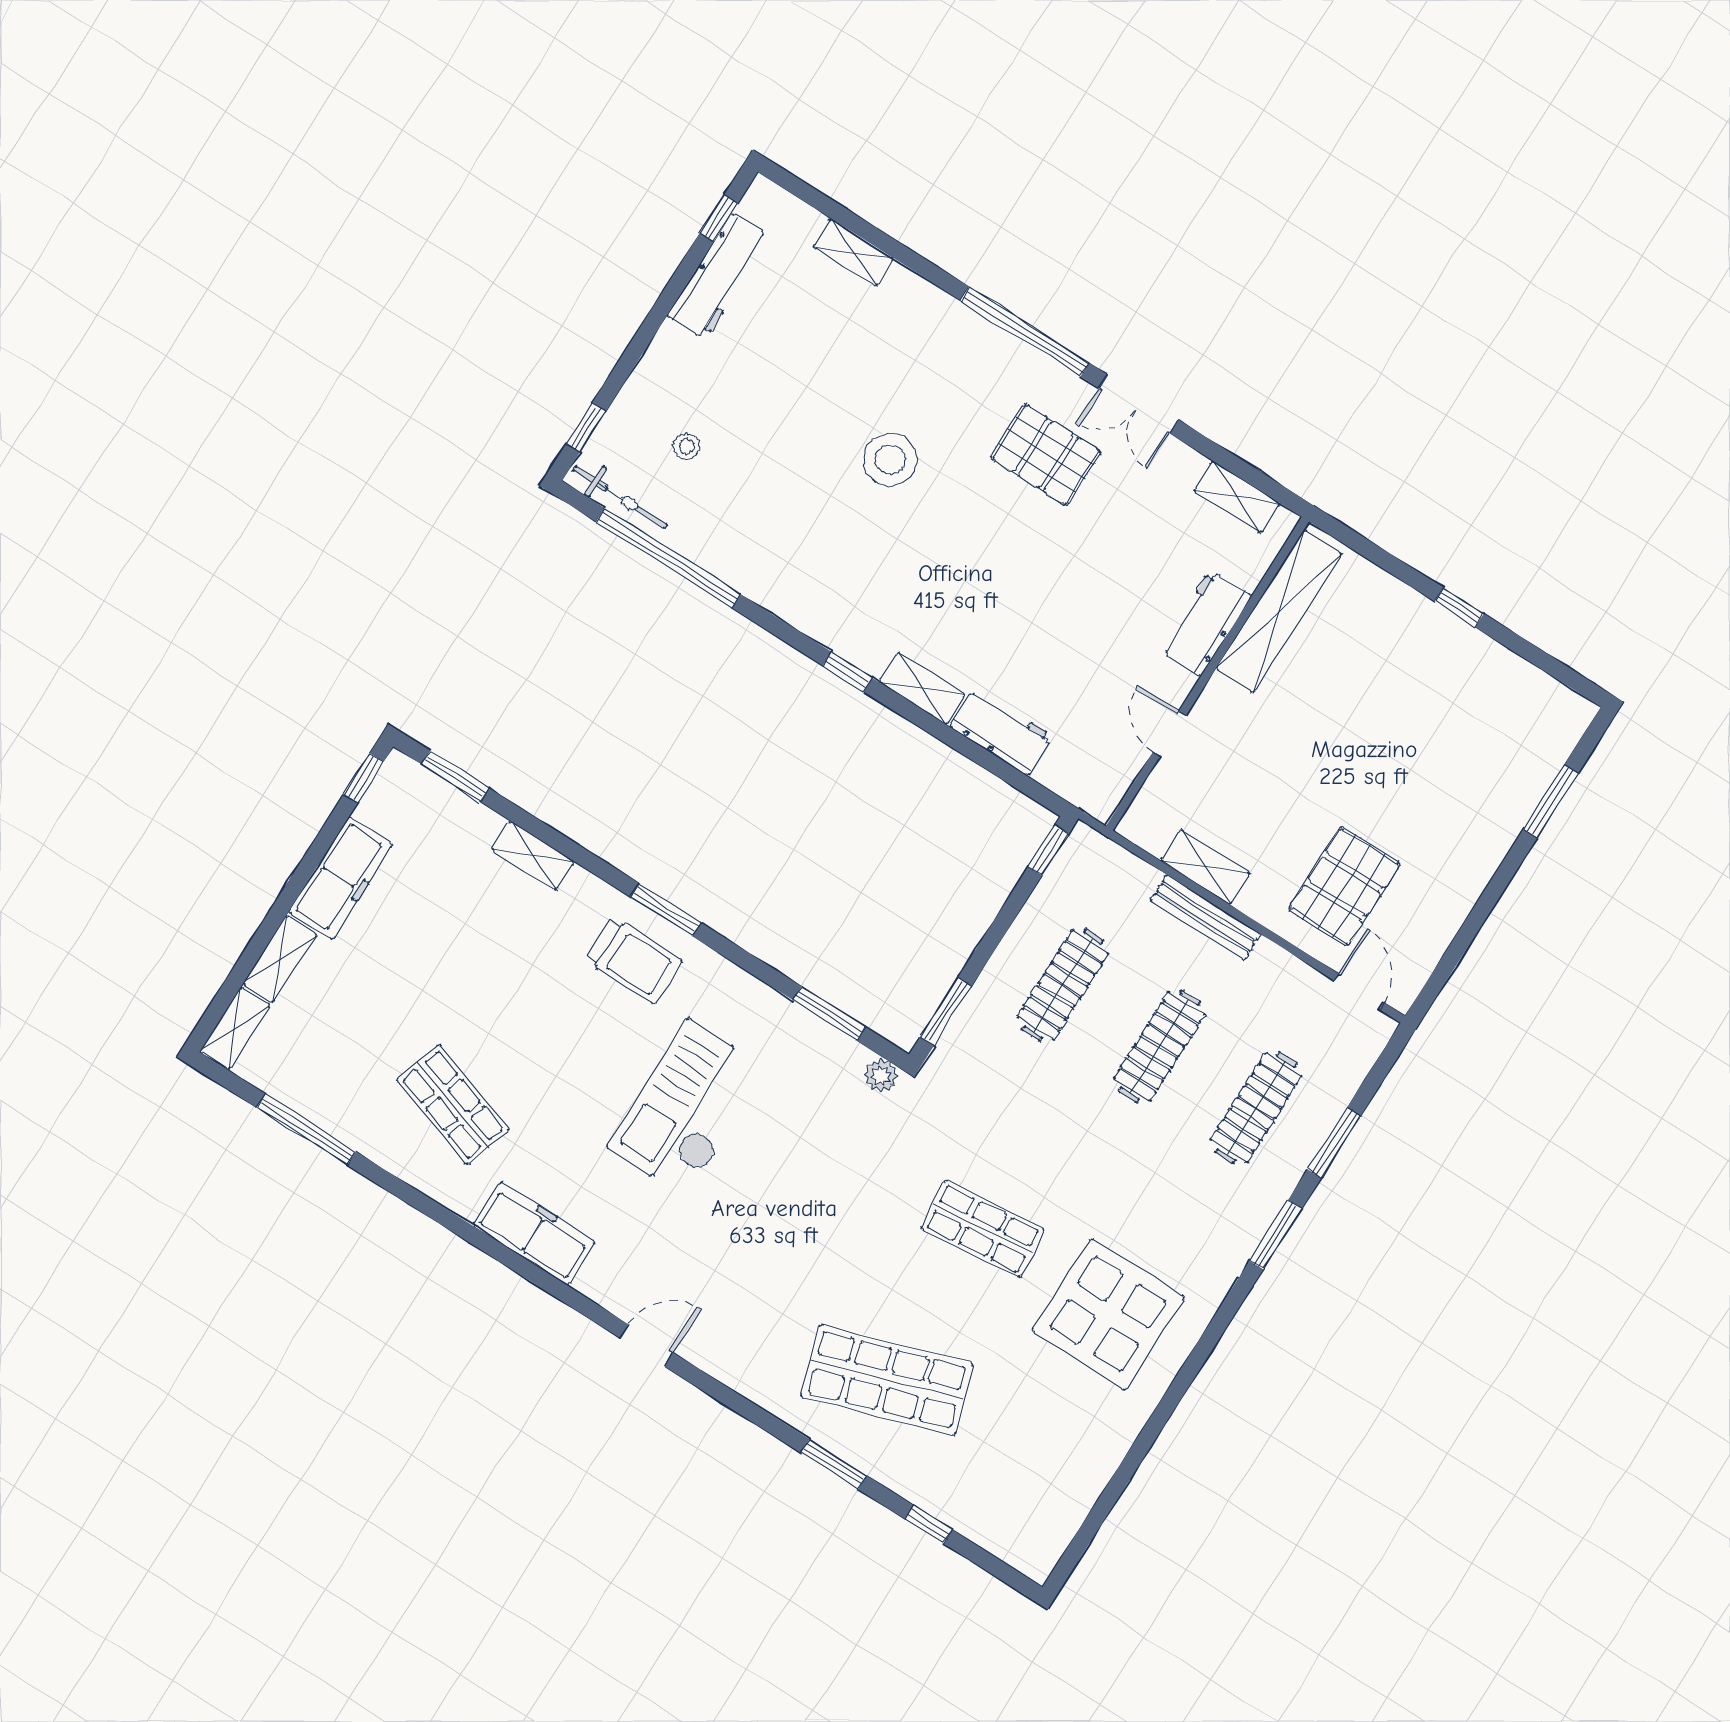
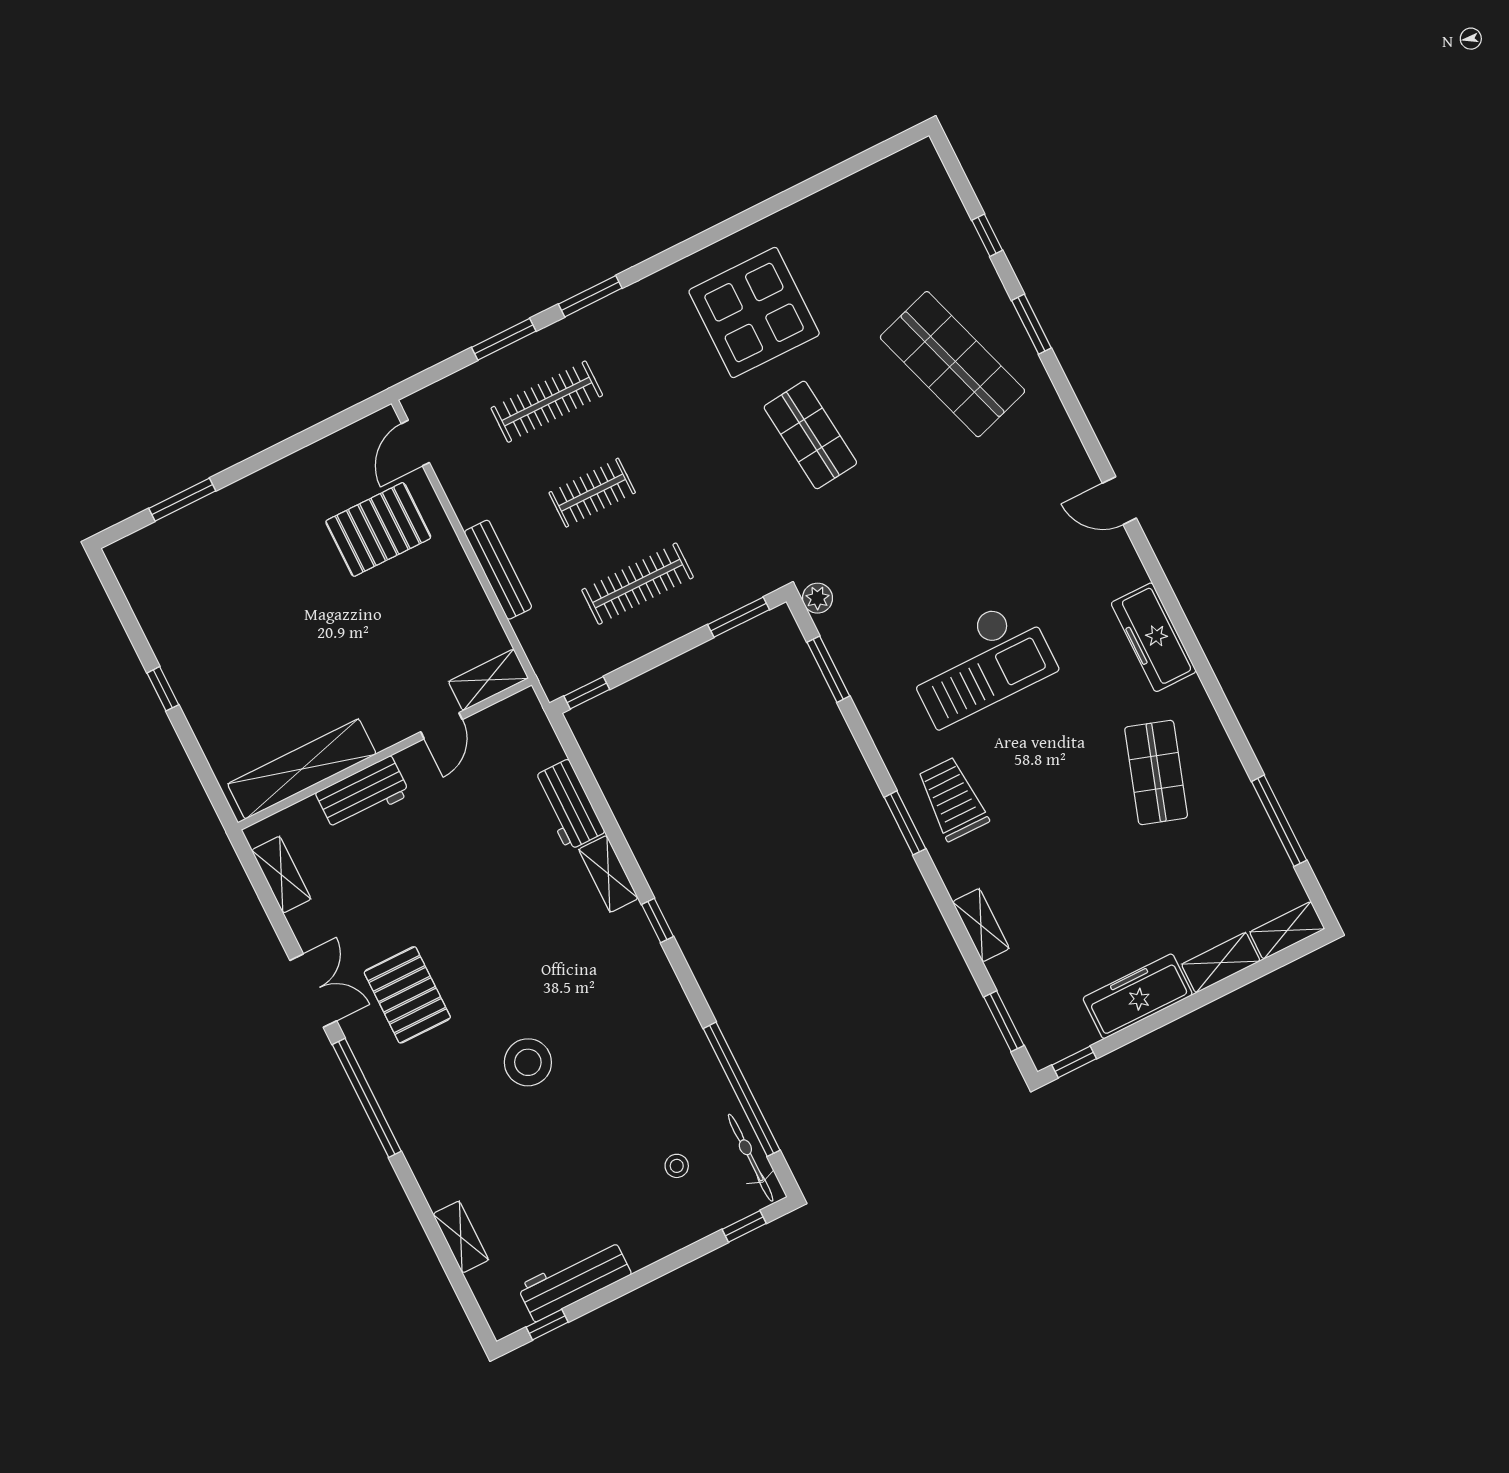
shelving: (1205, 867) -> (488, 680), moved, turned 90
clothes rail: (1160, 1046) -> (592, 493), width x0.73

